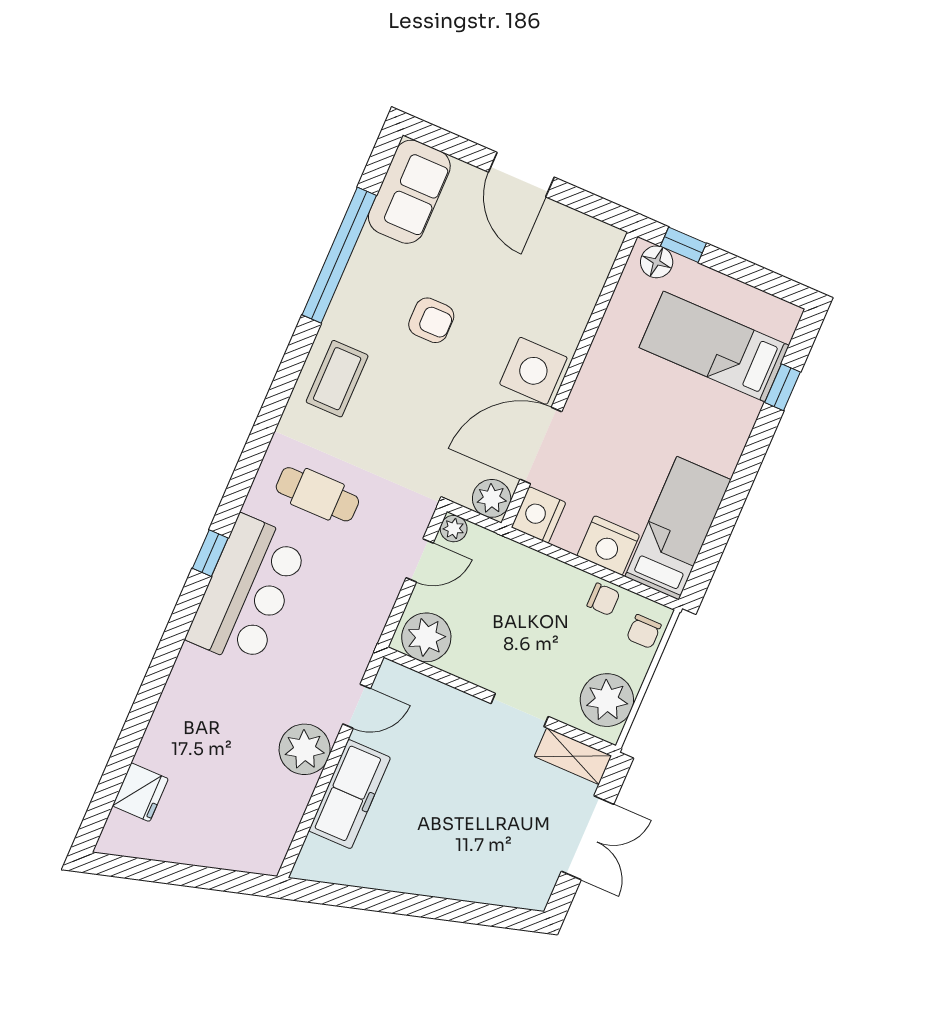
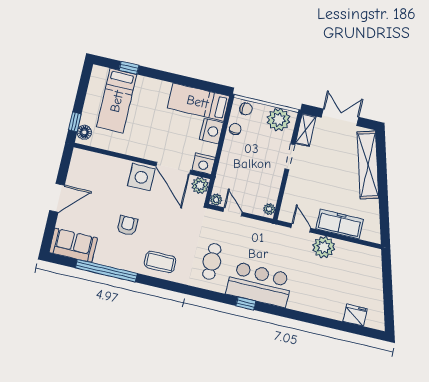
plant: (426, 637) -> (269, 209), width x0.53, depth x0.53
shelving: (470, 881) -> (368, 165), added

